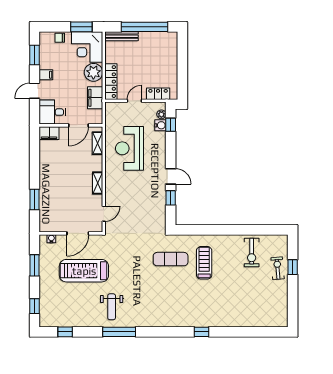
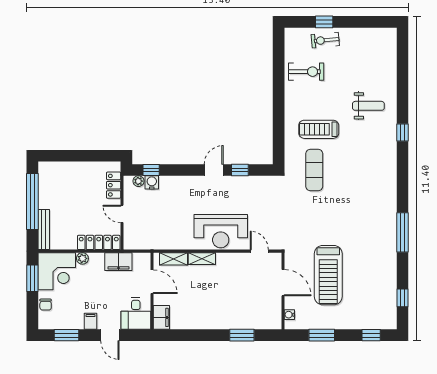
plant: (93, 72) -> (82, 258), width x0.53, depth x0.53
reception desk: (129, 148) -> (221, 231), moved
shelving: (98, 183) -> (202, 259), moved
weight bench: (112, 307) -> (368, 106), moved

